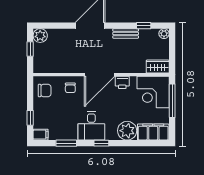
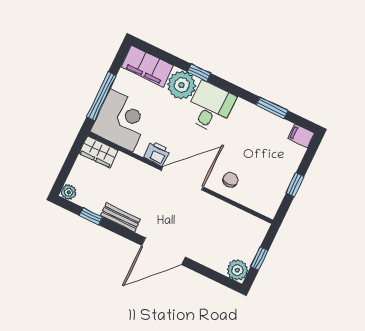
chair: (45, 91) -> (267, 193), removed
window: (30, 118) -> (295, 185), moved
desk: (91, 126) -> (210, 107), moved
window: (101, 143) -> (199, 73), moved

